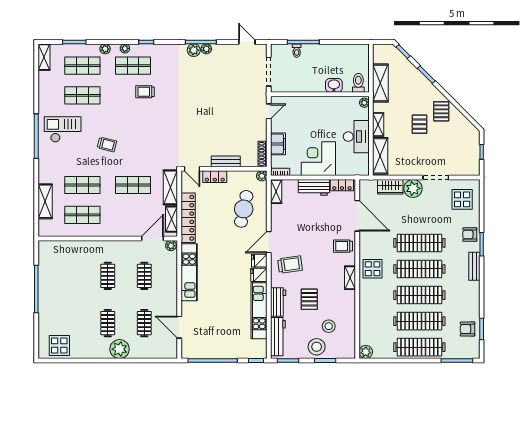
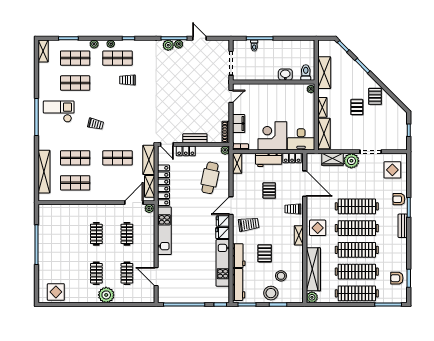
door: (247, 42) -> (200, 38), moved
desk: (356, 137) -> (301, 139), moved, turned 90
shelving: (45, 201) -> (44, 172), width x1.47
pallet: (315, 224) -> (269, 190), added
wardrobe: (367, 318) -> (313, 269), added

